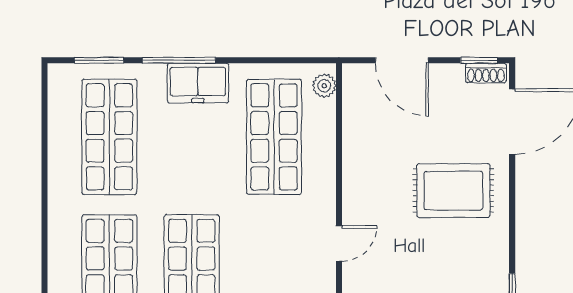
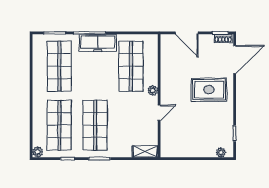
freezer: (198, 83) -> (98, 43), width x1.40
plant: (324, 86) -> (153, 90), moved

